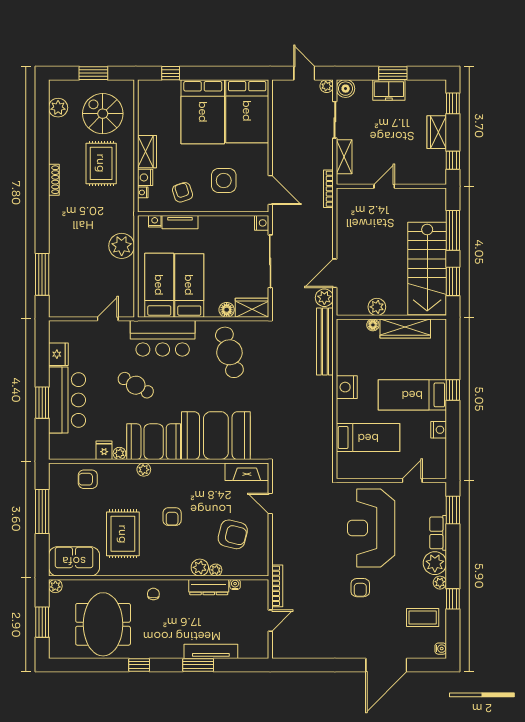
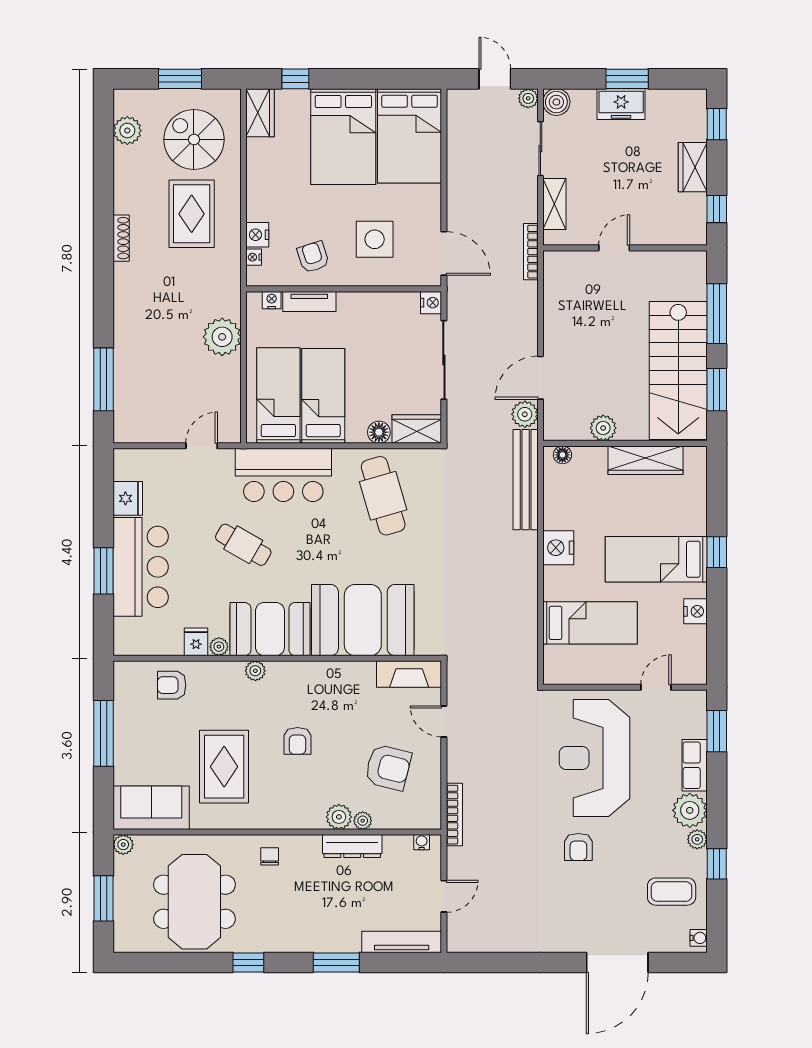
wardrobe: (147, 152) -> (260, 113), moved
floor lamp: (373, 325) -> (562, 455), moved
water cooler: (235, 584) -> (422, 842), moved
bookcase: (277, 586) -> (454, 815), moved
tv unit: (211, 651) -> (402, 942), moved

